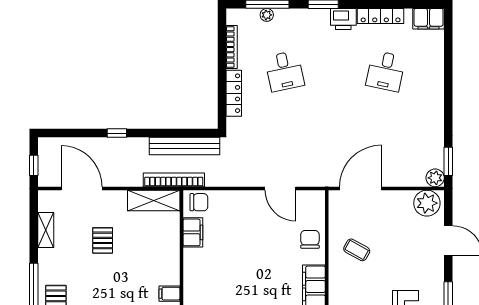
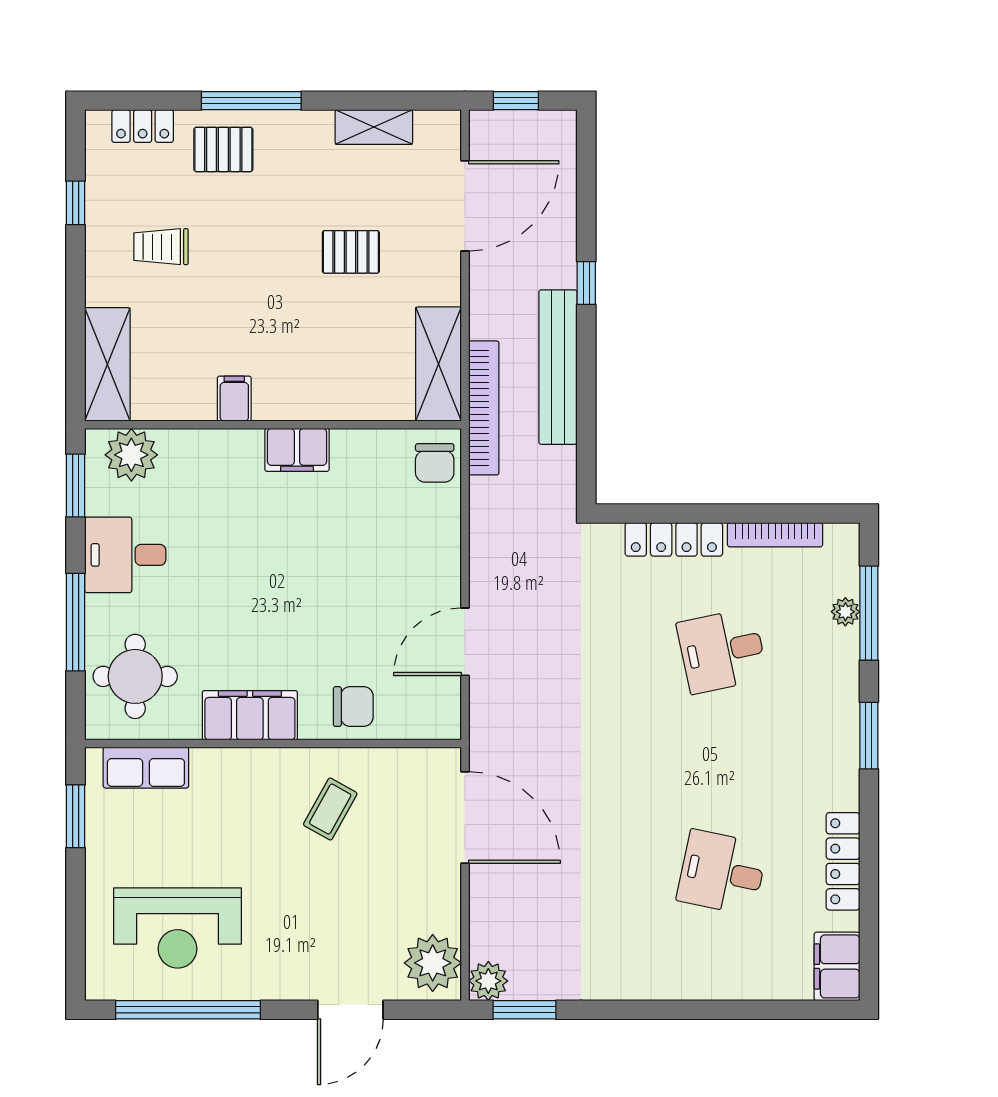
printer: (343, 19) -> (837, 780), removed
bench: (184, 146) -> (558, 367), moved
filing cabinet: (193, 232) -> (297, 450), moved

